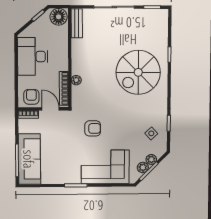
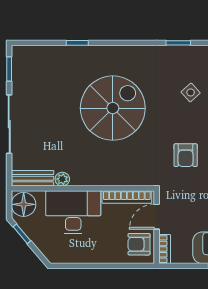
desk: (33, 56) -> (73, 212), moved, turned 180
spiral stairs: (138, 72) -> (113, 108), moved, turned -90
plant: (76, 80) -> (62, 179), moved
armchair: (93, 128) -> (186, 155), turned 180
side table: (151, 133) -> (191, 92), moved

